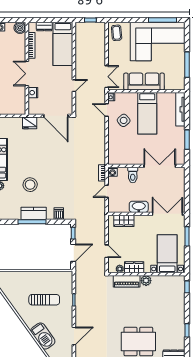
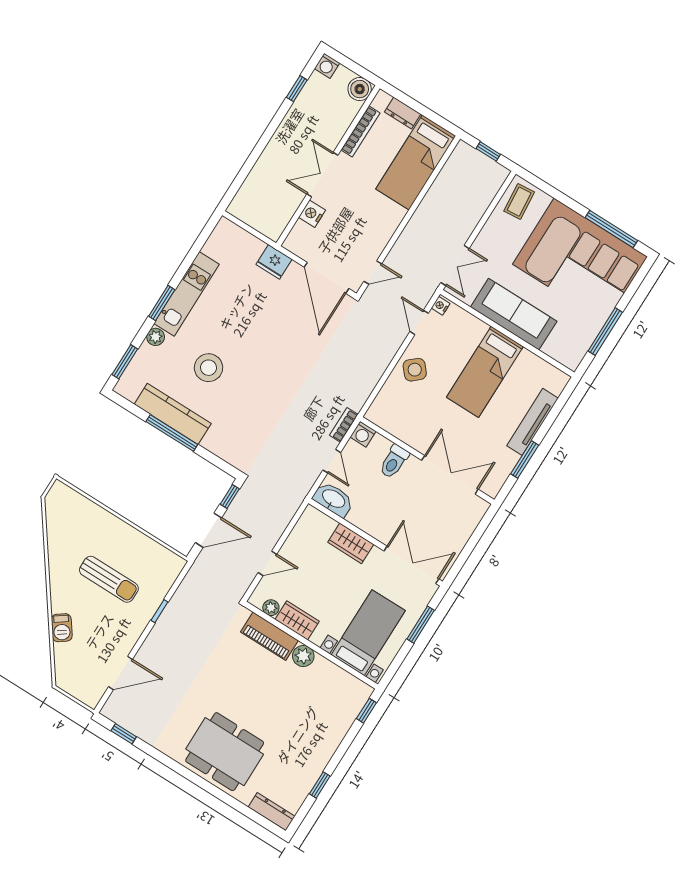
door: (74, 86) -> (373, 272), moved
tv unit: (180, 109) -> (532, 422), moved
side table: (124, 120) -> (415, 370), moved
door: (107, 191) -> (332, 461), swing flipped
washbasin: (139, 207) -> (333, 499), moved
kitchen counter: (34, 213) -> (173, 414), width x1.50
dishwasher: (59, 214) -> (226, 448), removed
wardrobe: (124, 221) -> (351, 543), moved
door: (107, 251) -> (267, 563), hinge flipped
barbecue: (43, 336) -> (62, 628), width x0.53, depth x0.65

